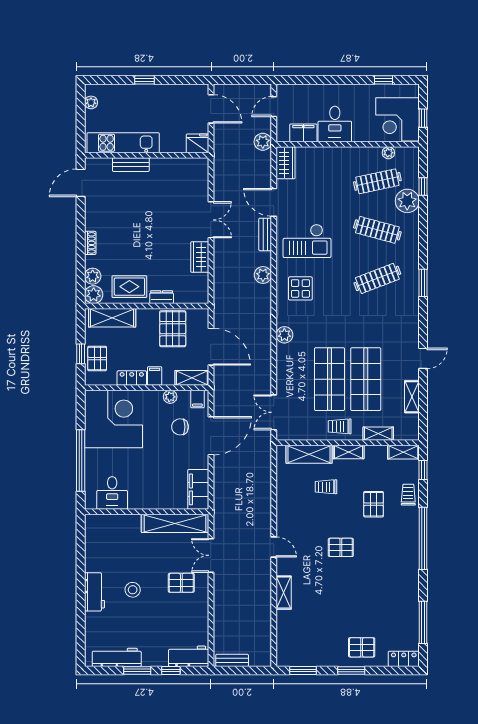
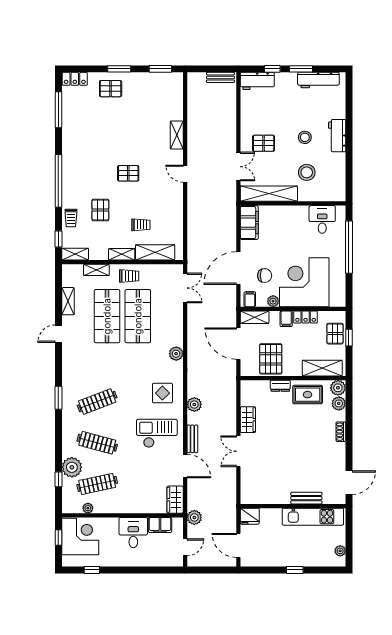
corner desk: (113, 419) -> (304, 282), moved, turned 90
stool: (130, 549) -> (307, 172), added

